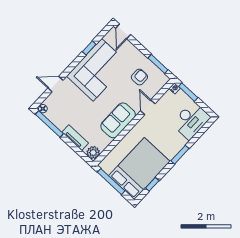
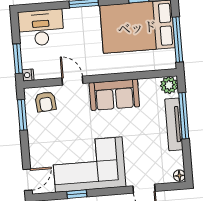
armchair: (139, 77) -> (45, 102), moved, turned -95
door: (148, 107) -> (72, 81), swing flipped
window: (49, 124) -> (184, 116), moved
tv unit: (75, 138) -> (174, 124), width x1.41

